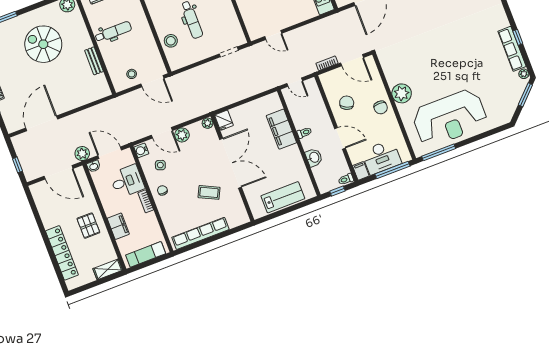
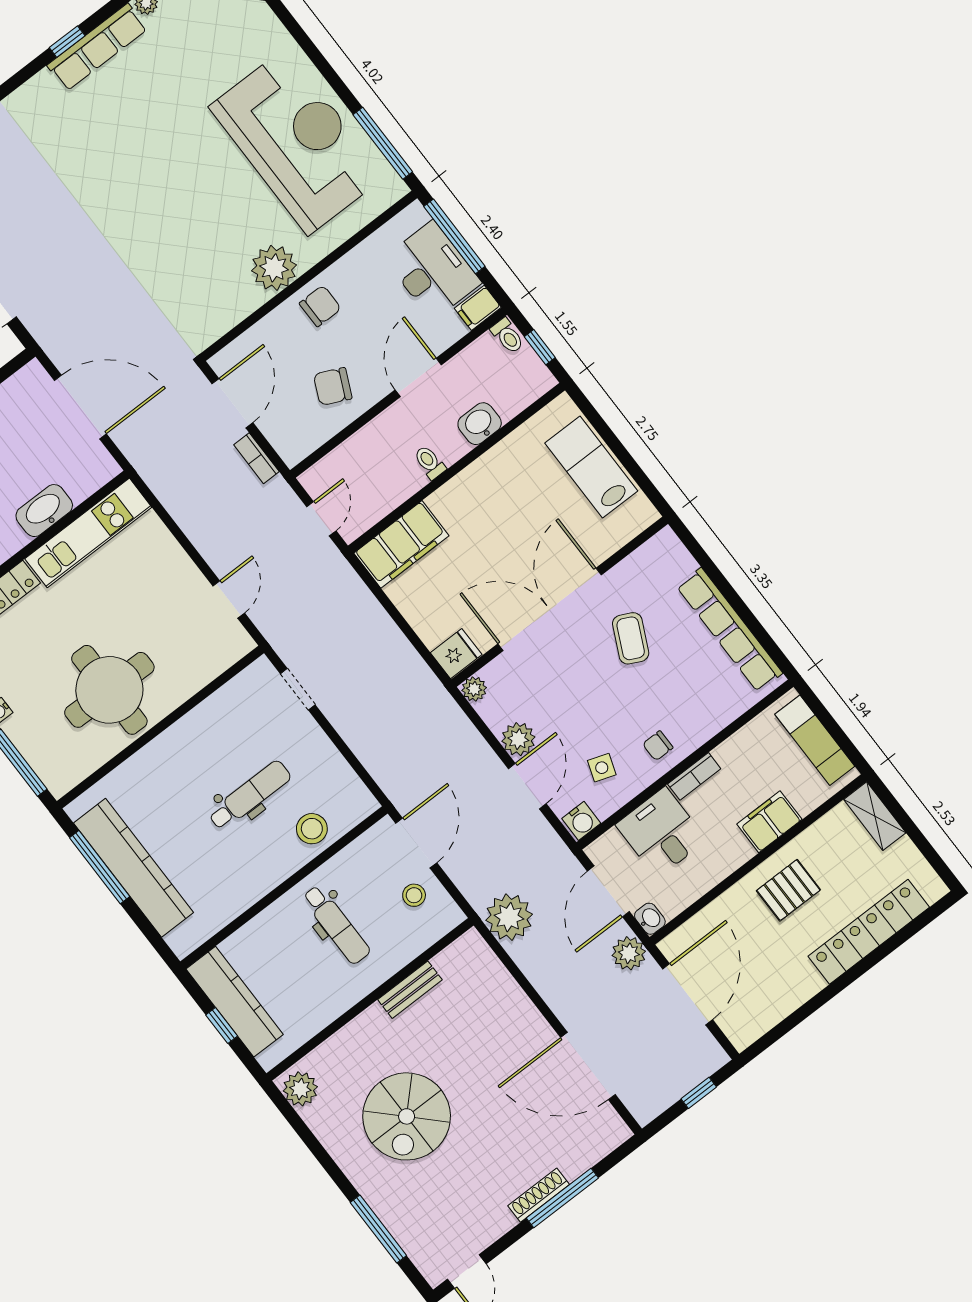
dental chair: (113, 32) -> (336, 925), moved, turned 180
plant: (111, 110) -> (509, 917), added
filing cabinet: (281, 129) -> (401, 544), moved

